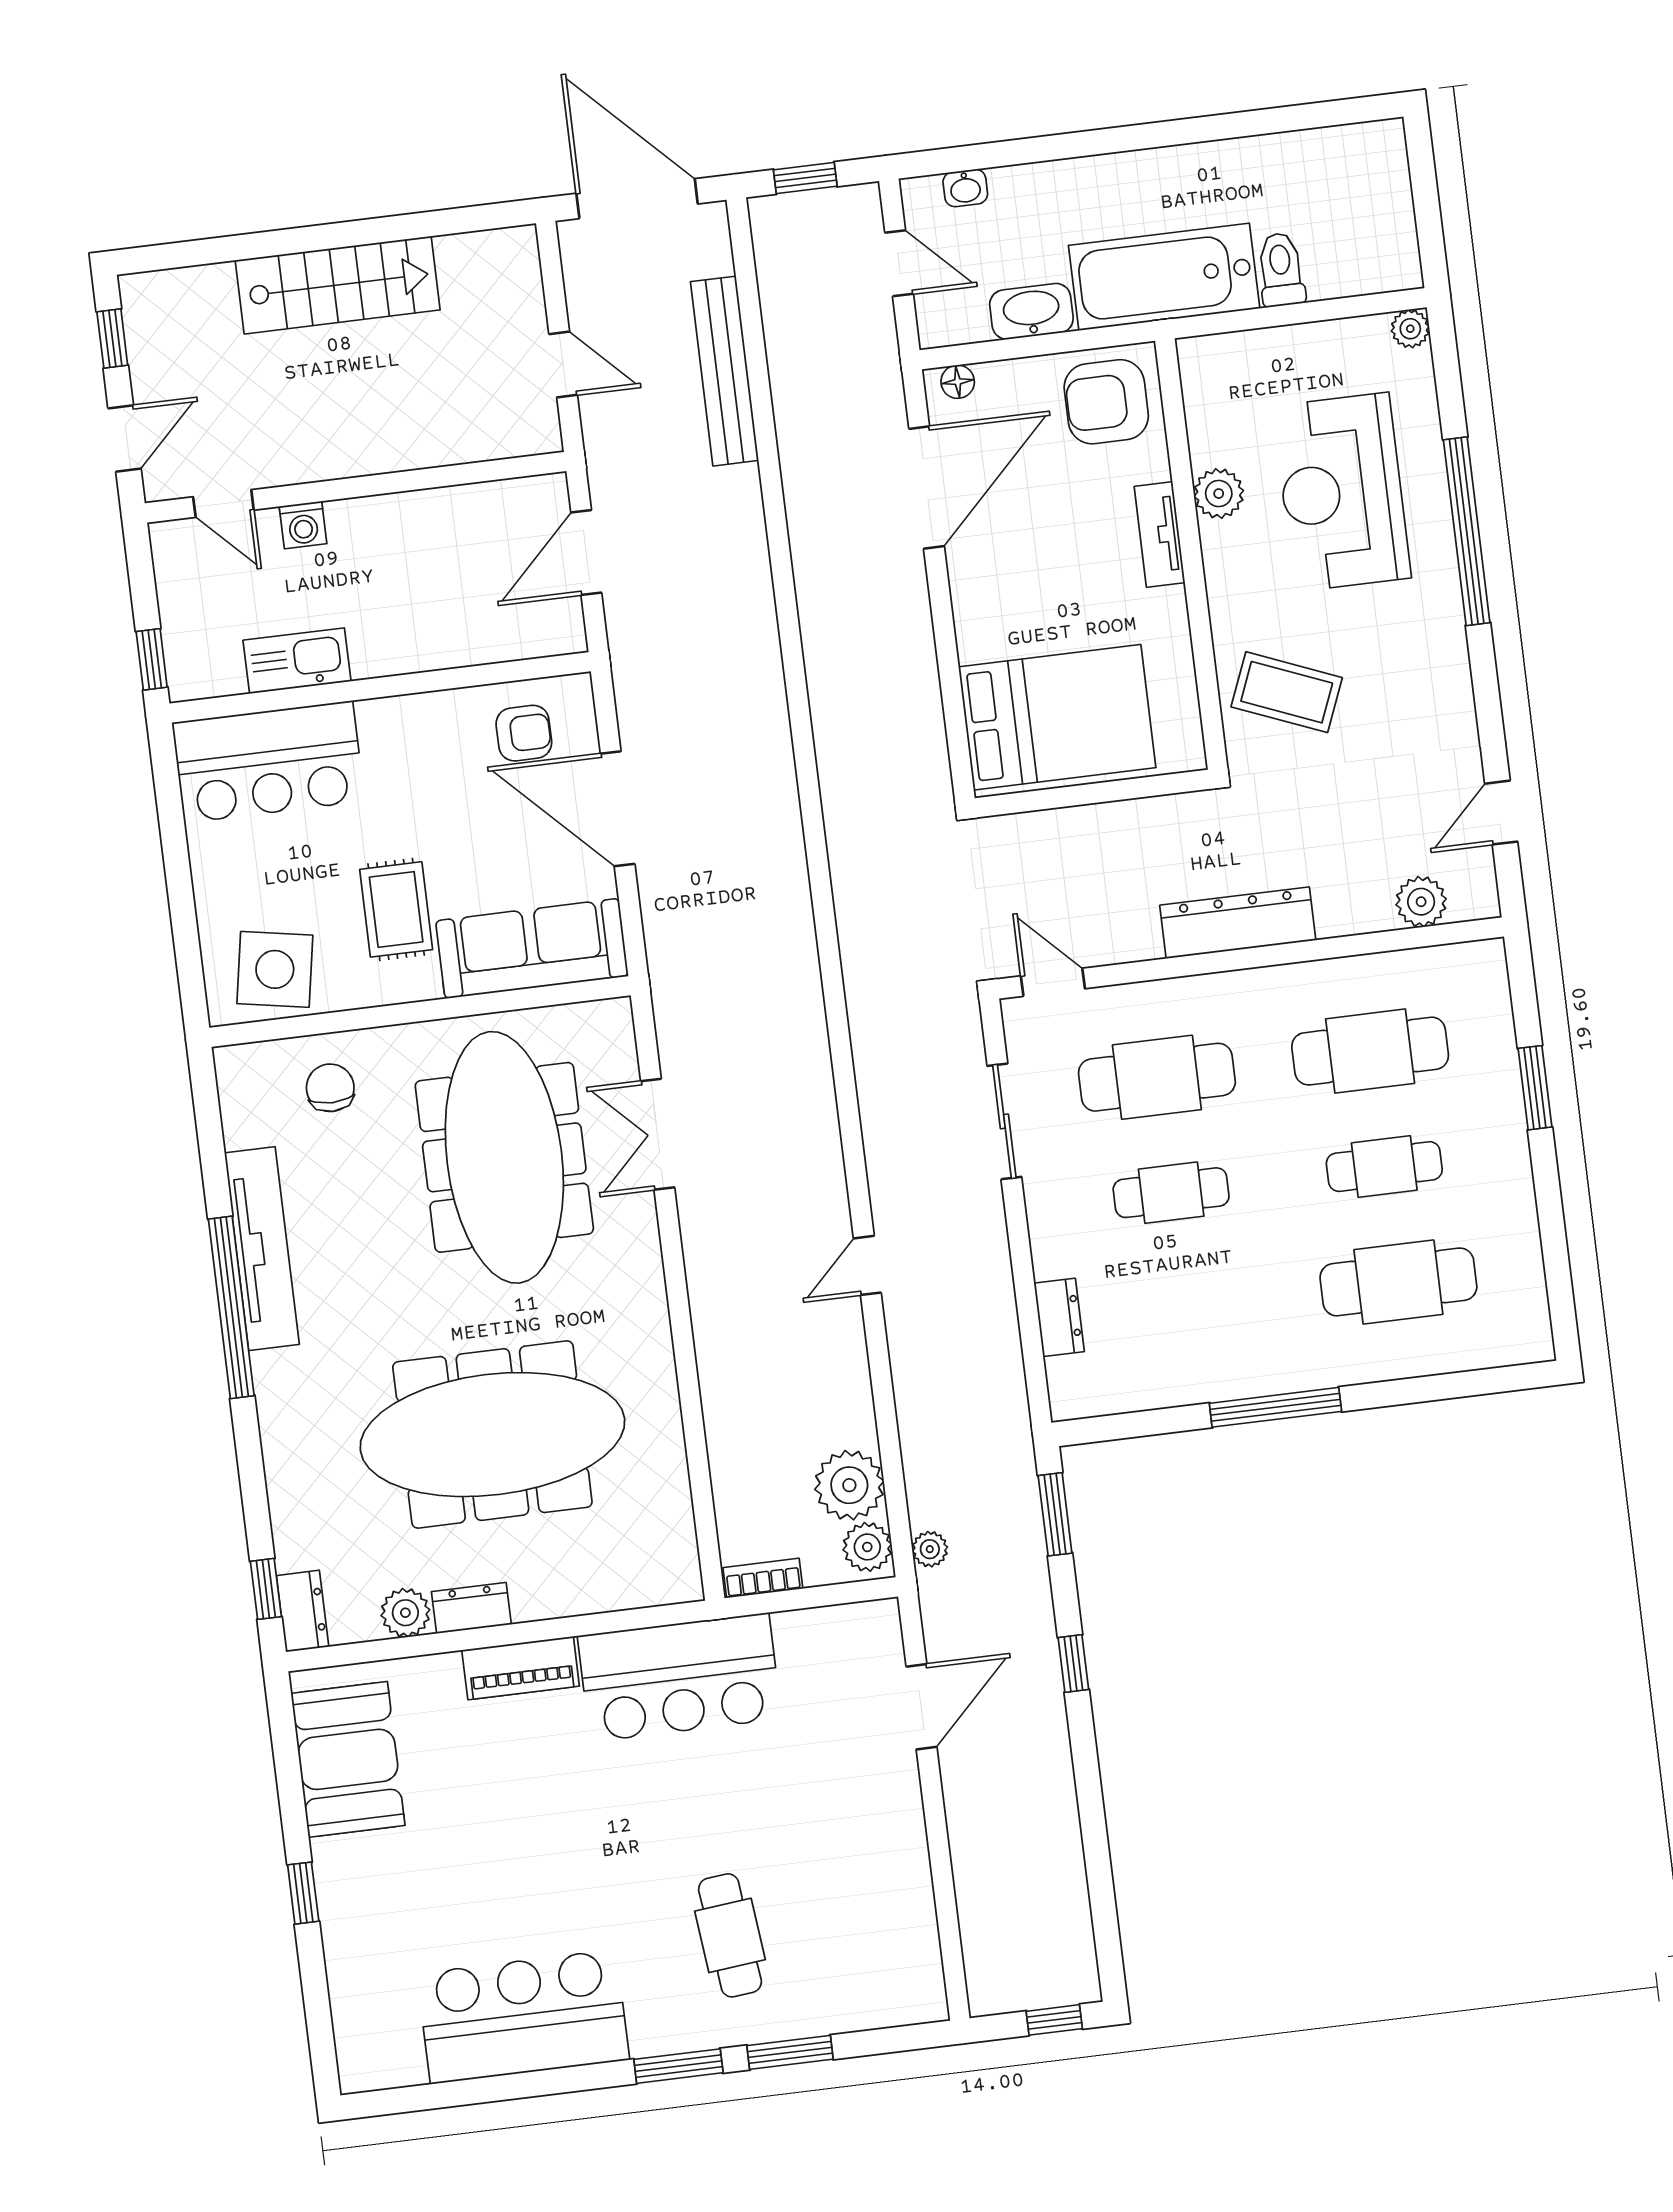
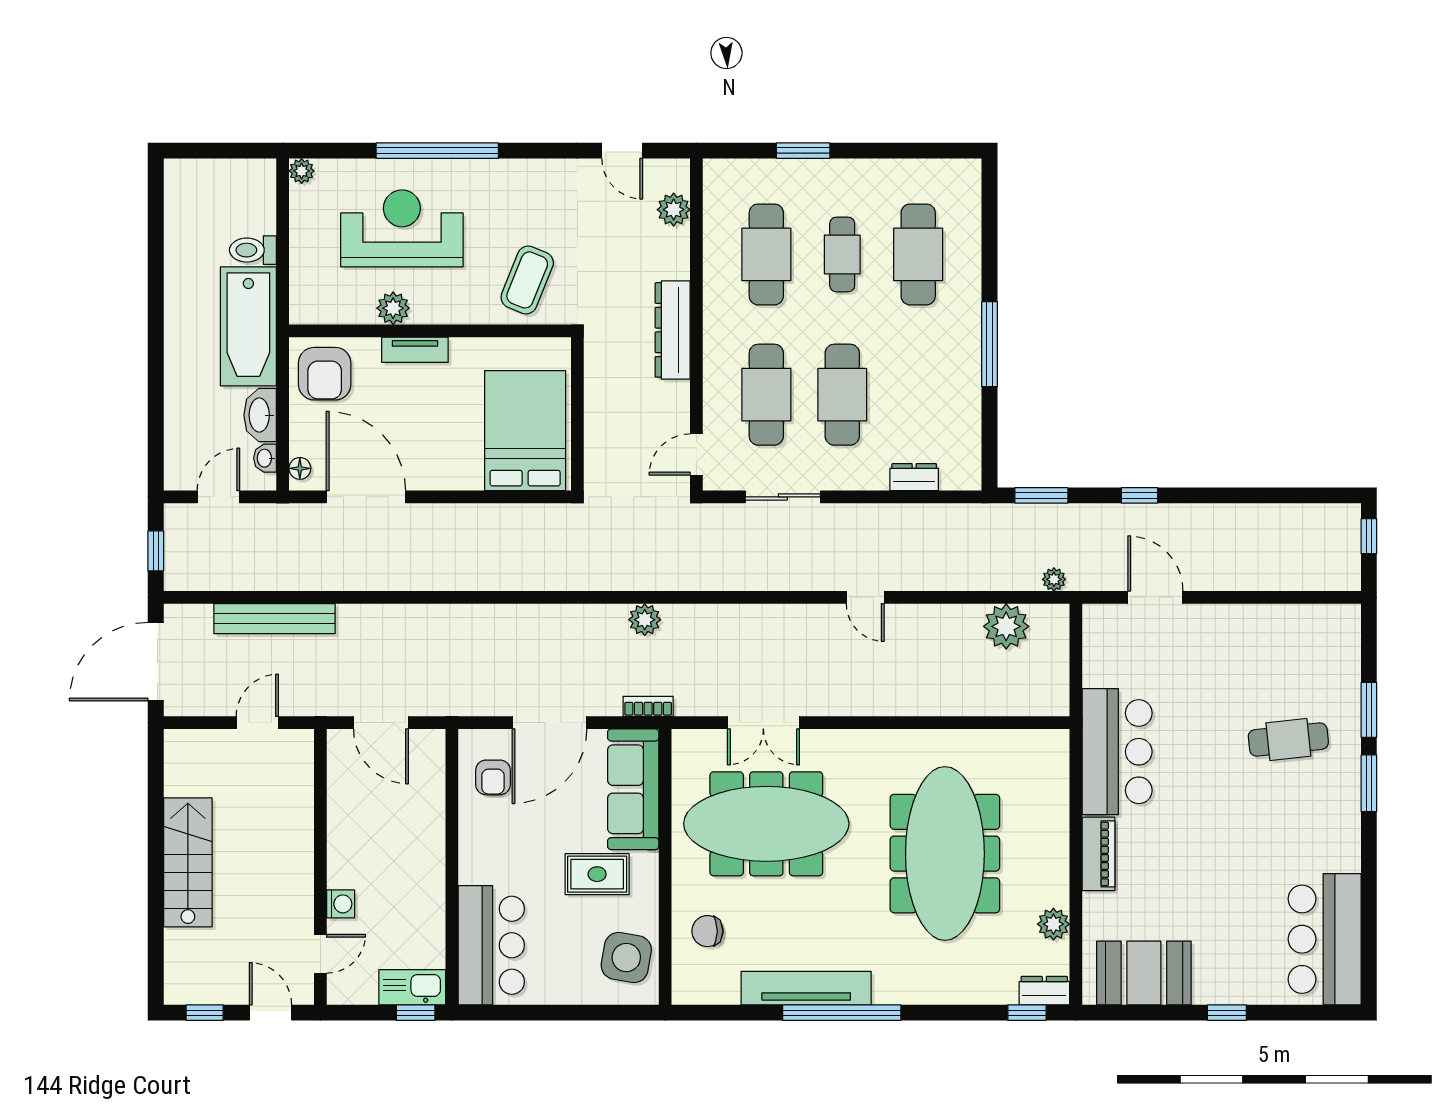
washbasin: (965, 188) -> (265, 458), moved, turned 180
reception desk: (1342, 492) -> (402, 228), turned 180
kitchen sink: (297, 661) -> (412, 987), moved, turned 90
armchair: (524, 733) -> (493, 777), turned 180
cafe table: (1171, 1193) -> (842, 395), width x1.37, depth x1.35
plant: (867, 1547) -> (645, 620), moved
bookcase: (763, 1578) -> (648, 706), moved, turned 90
dresser: (471, 1608) -> (1056, 881), removed
bar counter: (523, 2017) -> (1325, 939), moved

